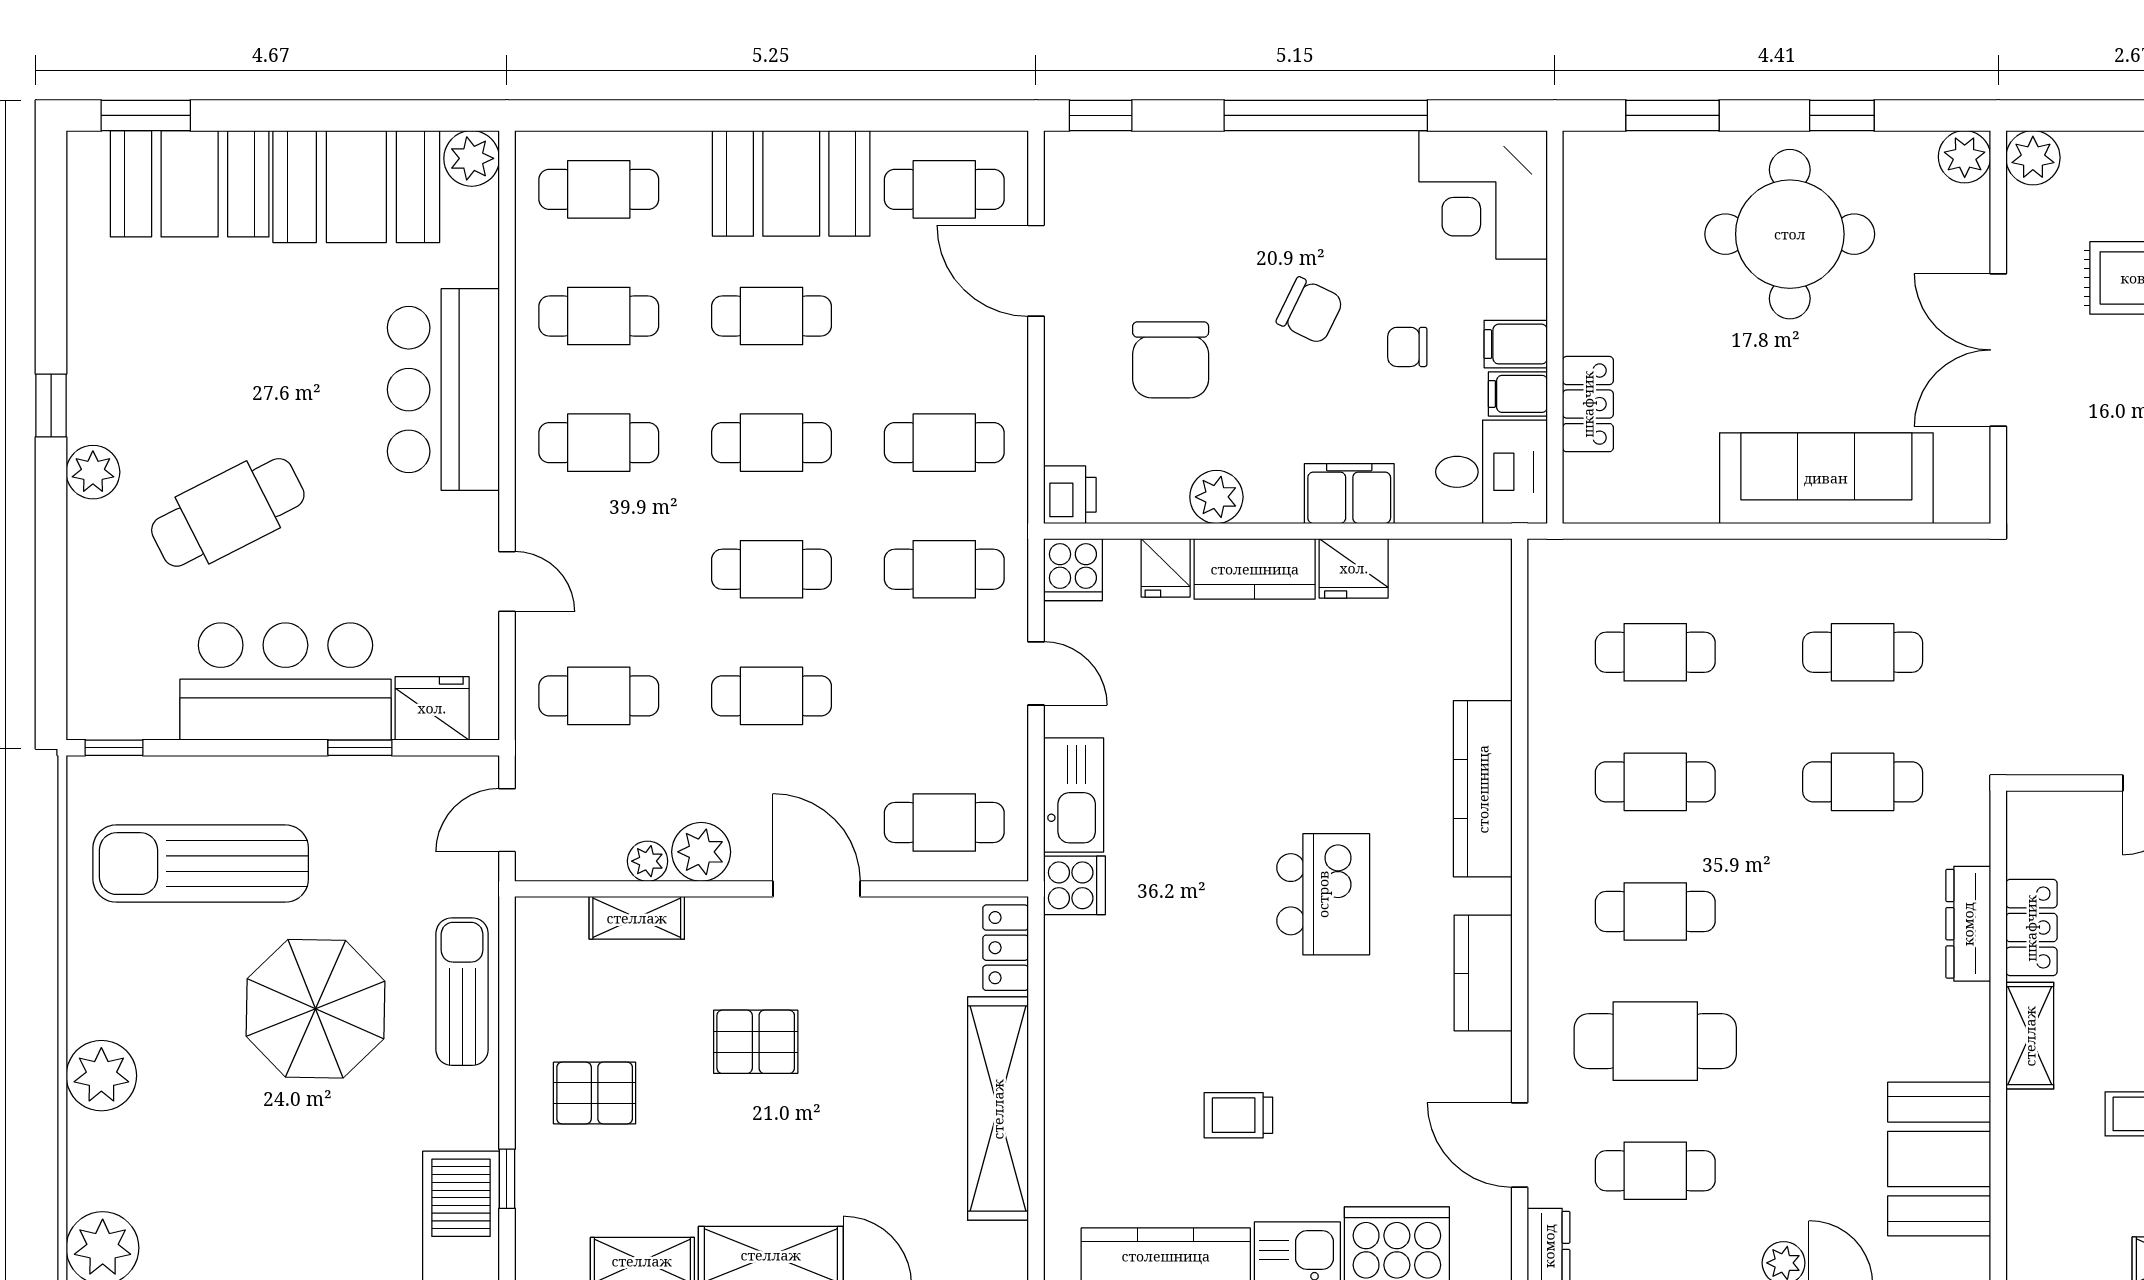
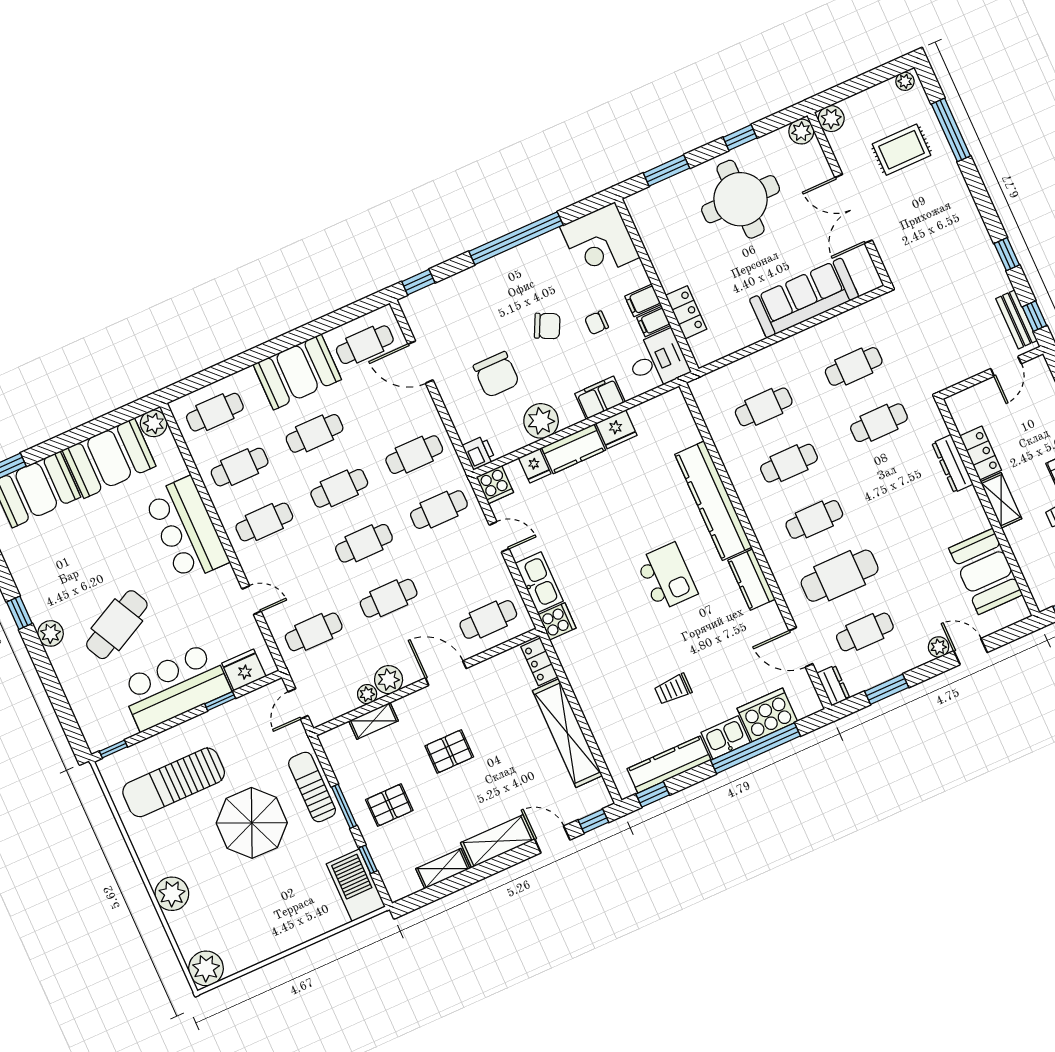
plant: (1216, 497) -> (541, 421), width x1.36, depth x1.36
kitchen counter: (1483, 789) -> (713, 501), width x1.39, depth x1.17
window: (507, 1056) -> (344, 806), added

